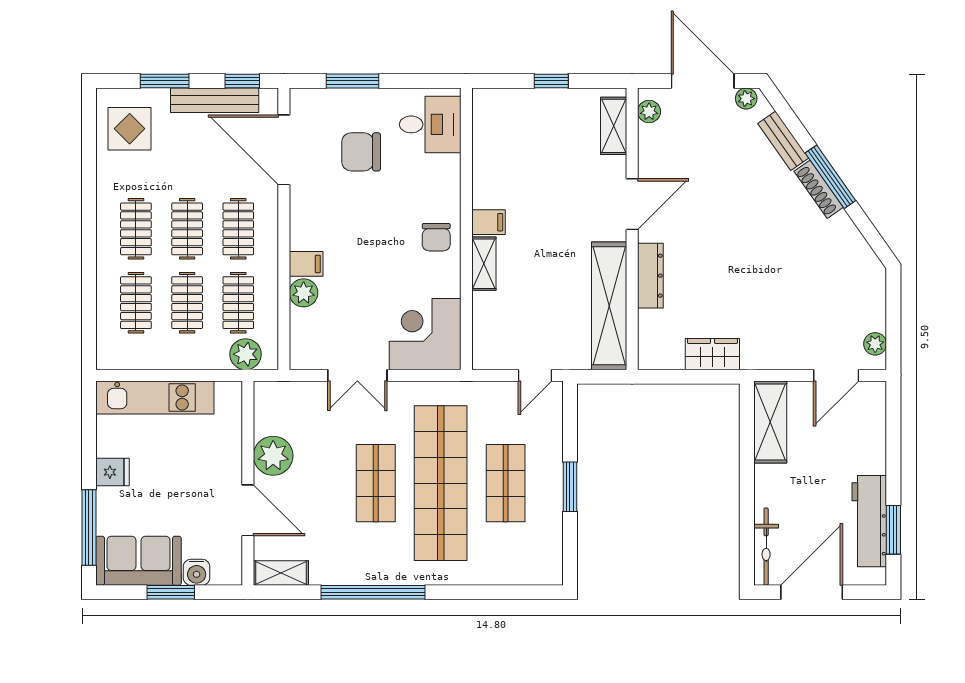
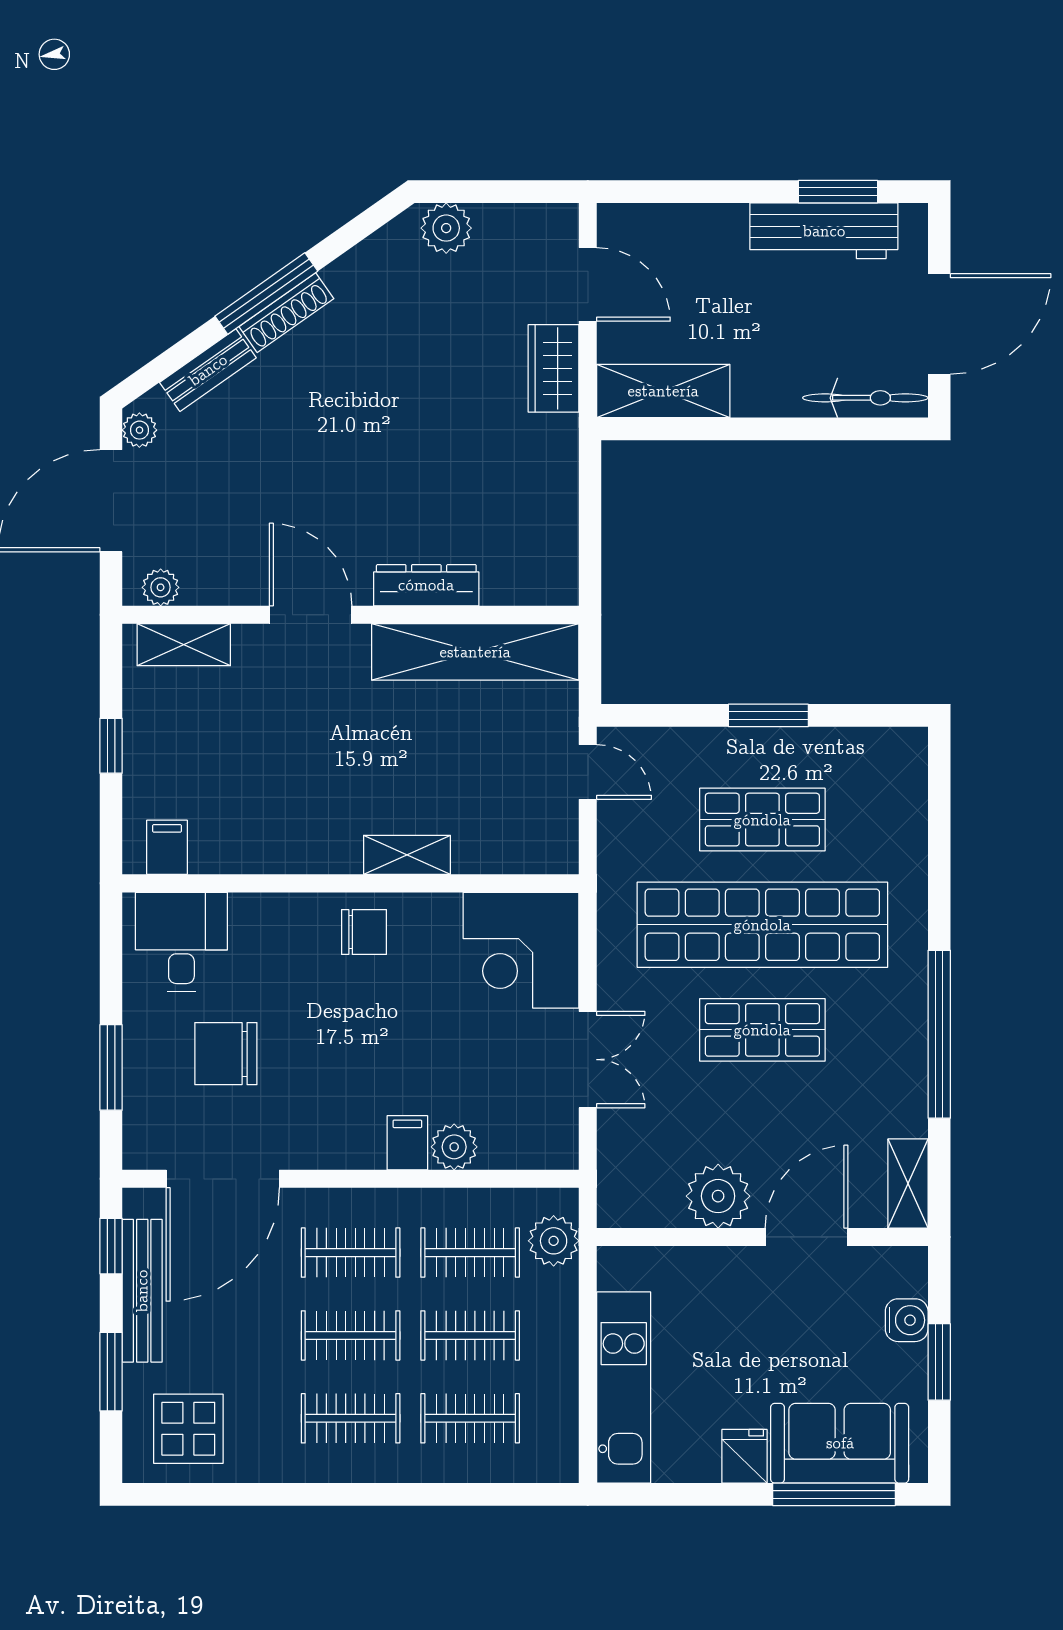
chair: (361, 152) -> (226, 1054), turned 90
filing cabinet: (489, 222) -> (167, 847), moved
plant: (875, 344) -> (446, 228), moved, width x1.38, depth x1.38
wardrobe: (712, 354) -> (553, 368), moved
sofa: (139, 561) -> (840, 1443), moved, turned 90
door: (812, 592) -> (939, 324), swing flipped

